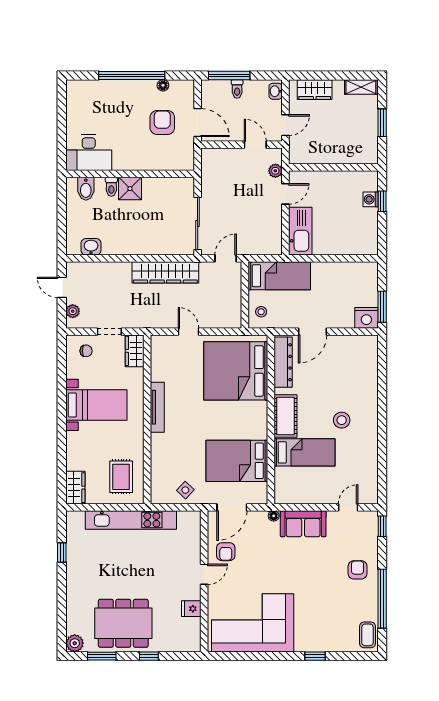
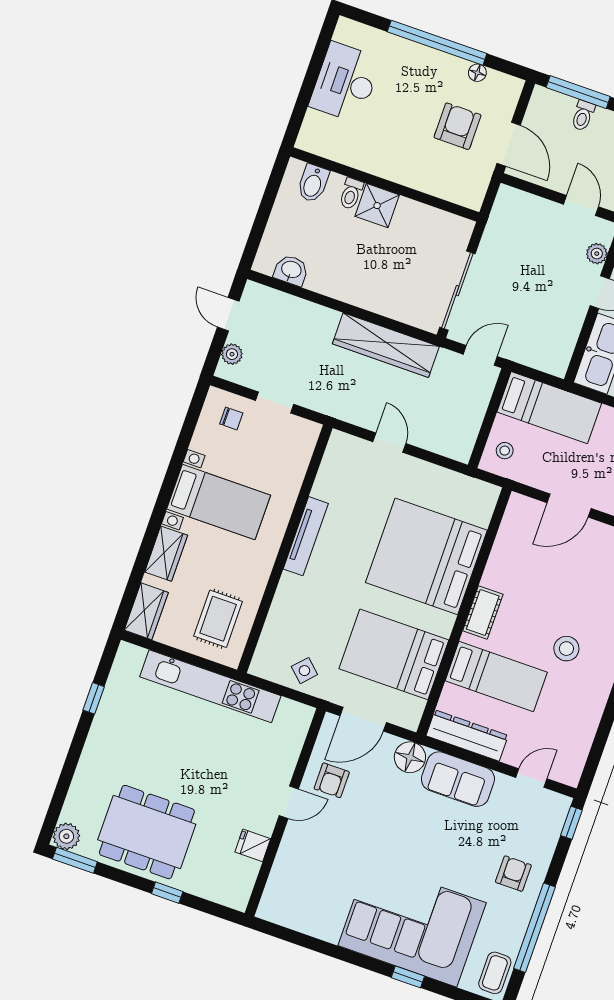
desk: (89, 153) -> (345, 82), moved, turned 90
wardrobe: (135, 351) -> (166, 554), moved, turned 180
dresser: (283, 362) -> (467, 736), moved, turned -90
bed: (236, 371) -> (426, 556), moved
cot: (285, 416) -> (483, 613), width x0.73, depth x0.75
floor lamp: (274, 516) -> (410, 757), width x1.89, depth x1.89
corner sofa: (253, 623) -> (412, 924), moved
window: (102, 656) -> (75, 860), moved

